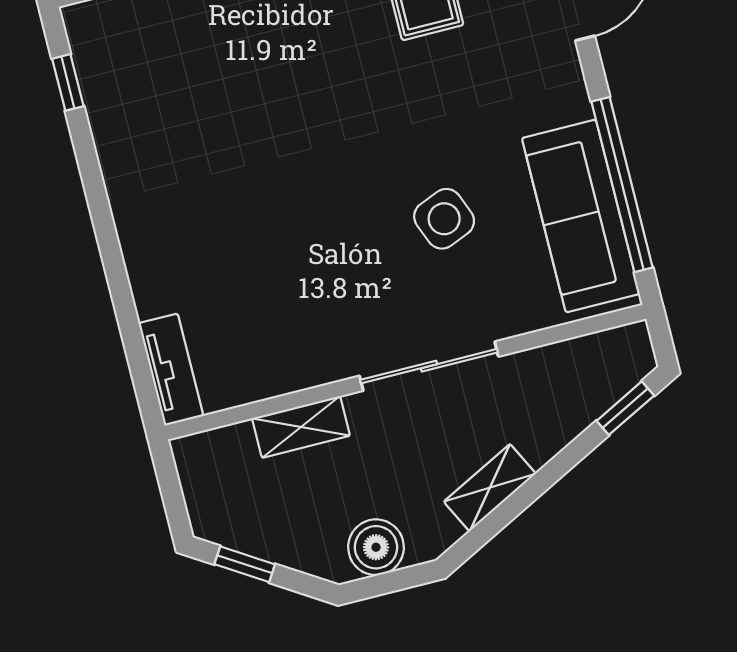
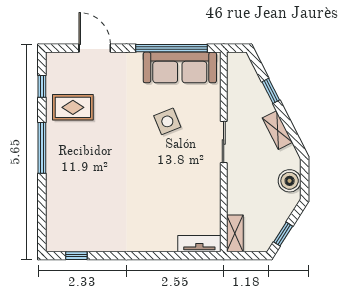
sliding door: (429, 366) -> (224, 142), width x0.73
window: (625, 408) -> (271, 91), moved
shelving: (301, 427) -> (235, 233), moved

